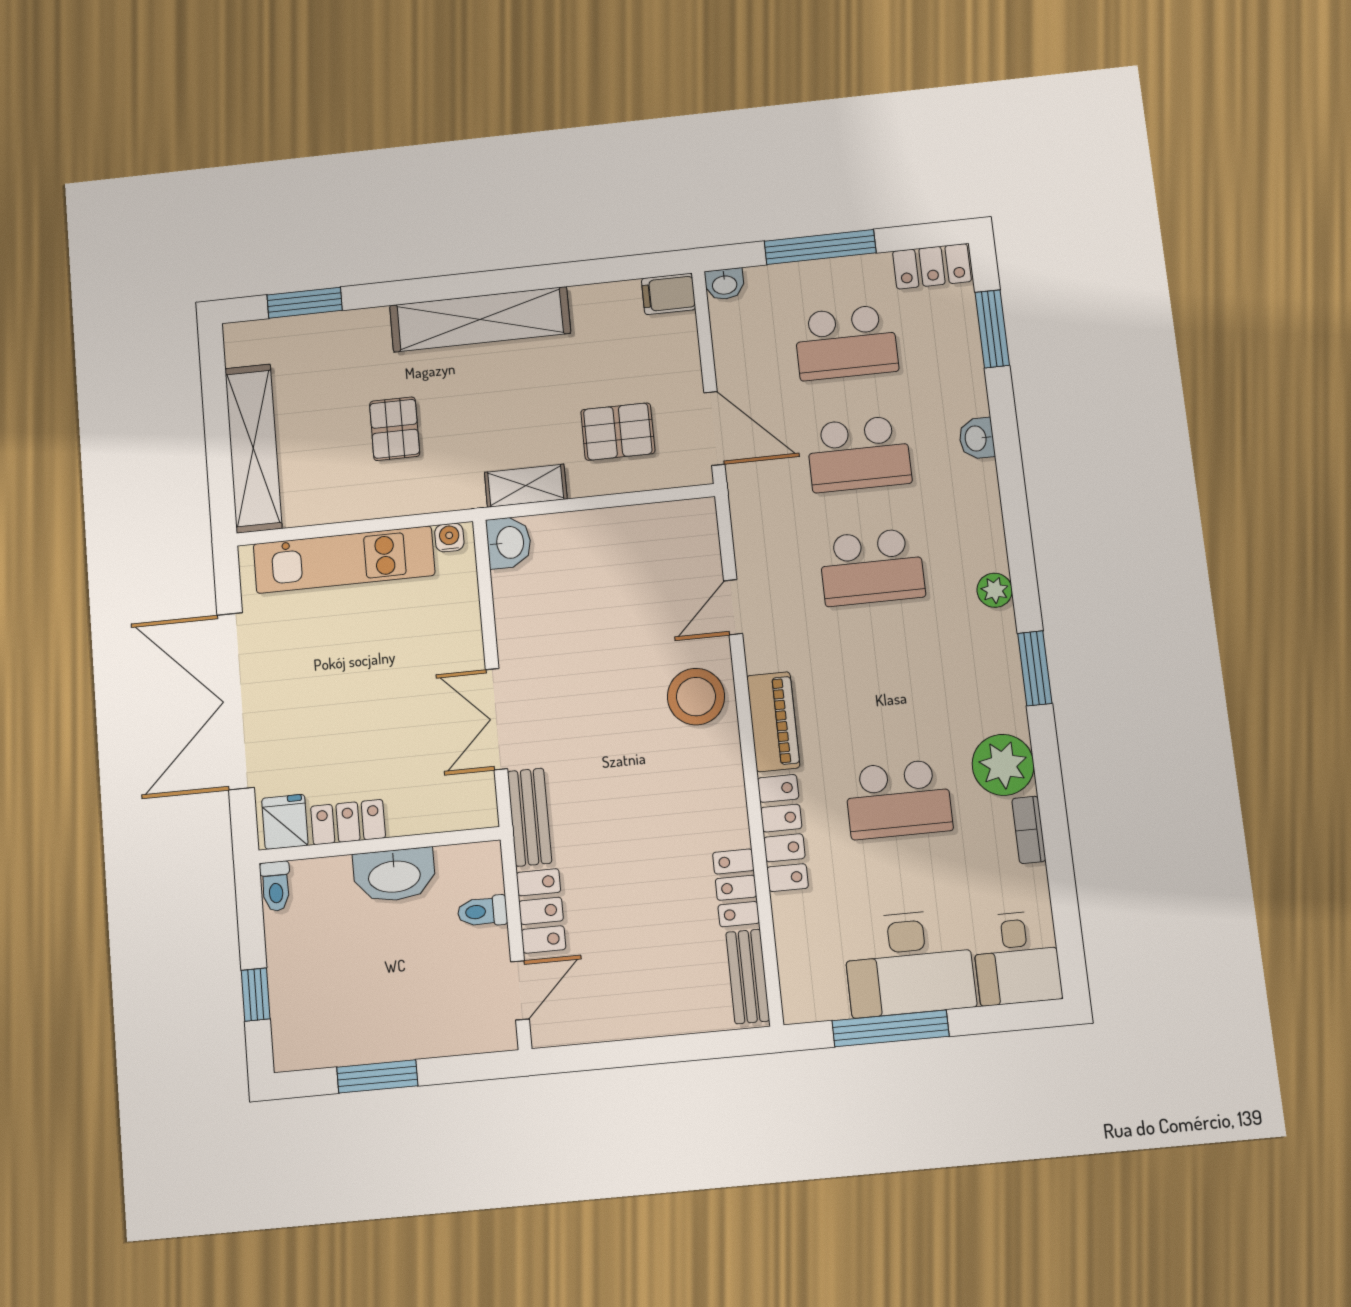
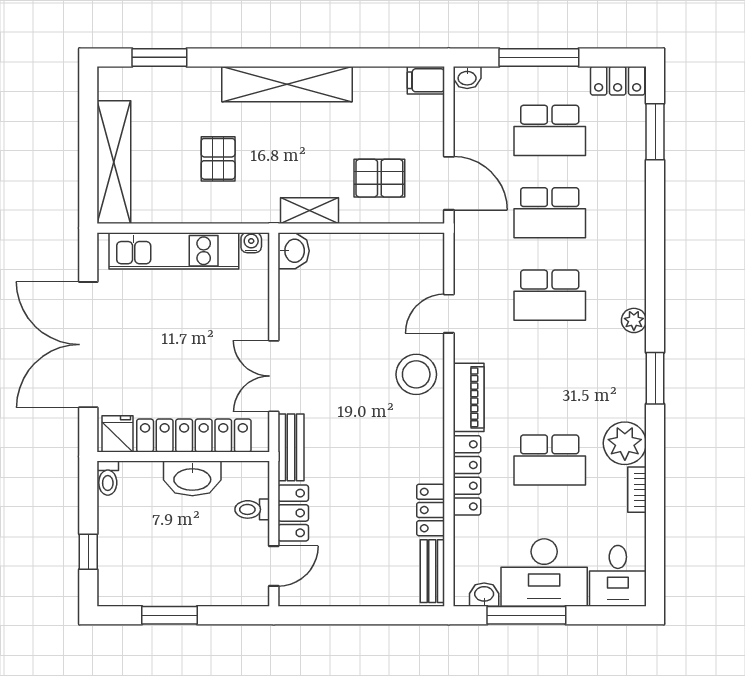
washbasin: (977, 438) -> (484, 595), moved, turned 90
locker: (348, 822) -> (194, 436), width x2.16, depth x1.21

